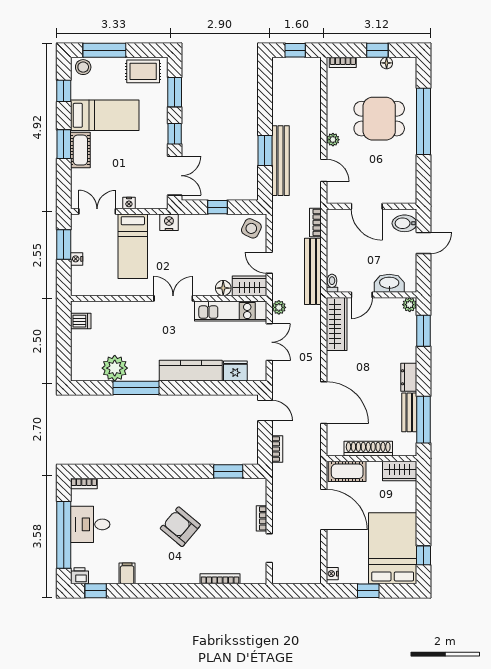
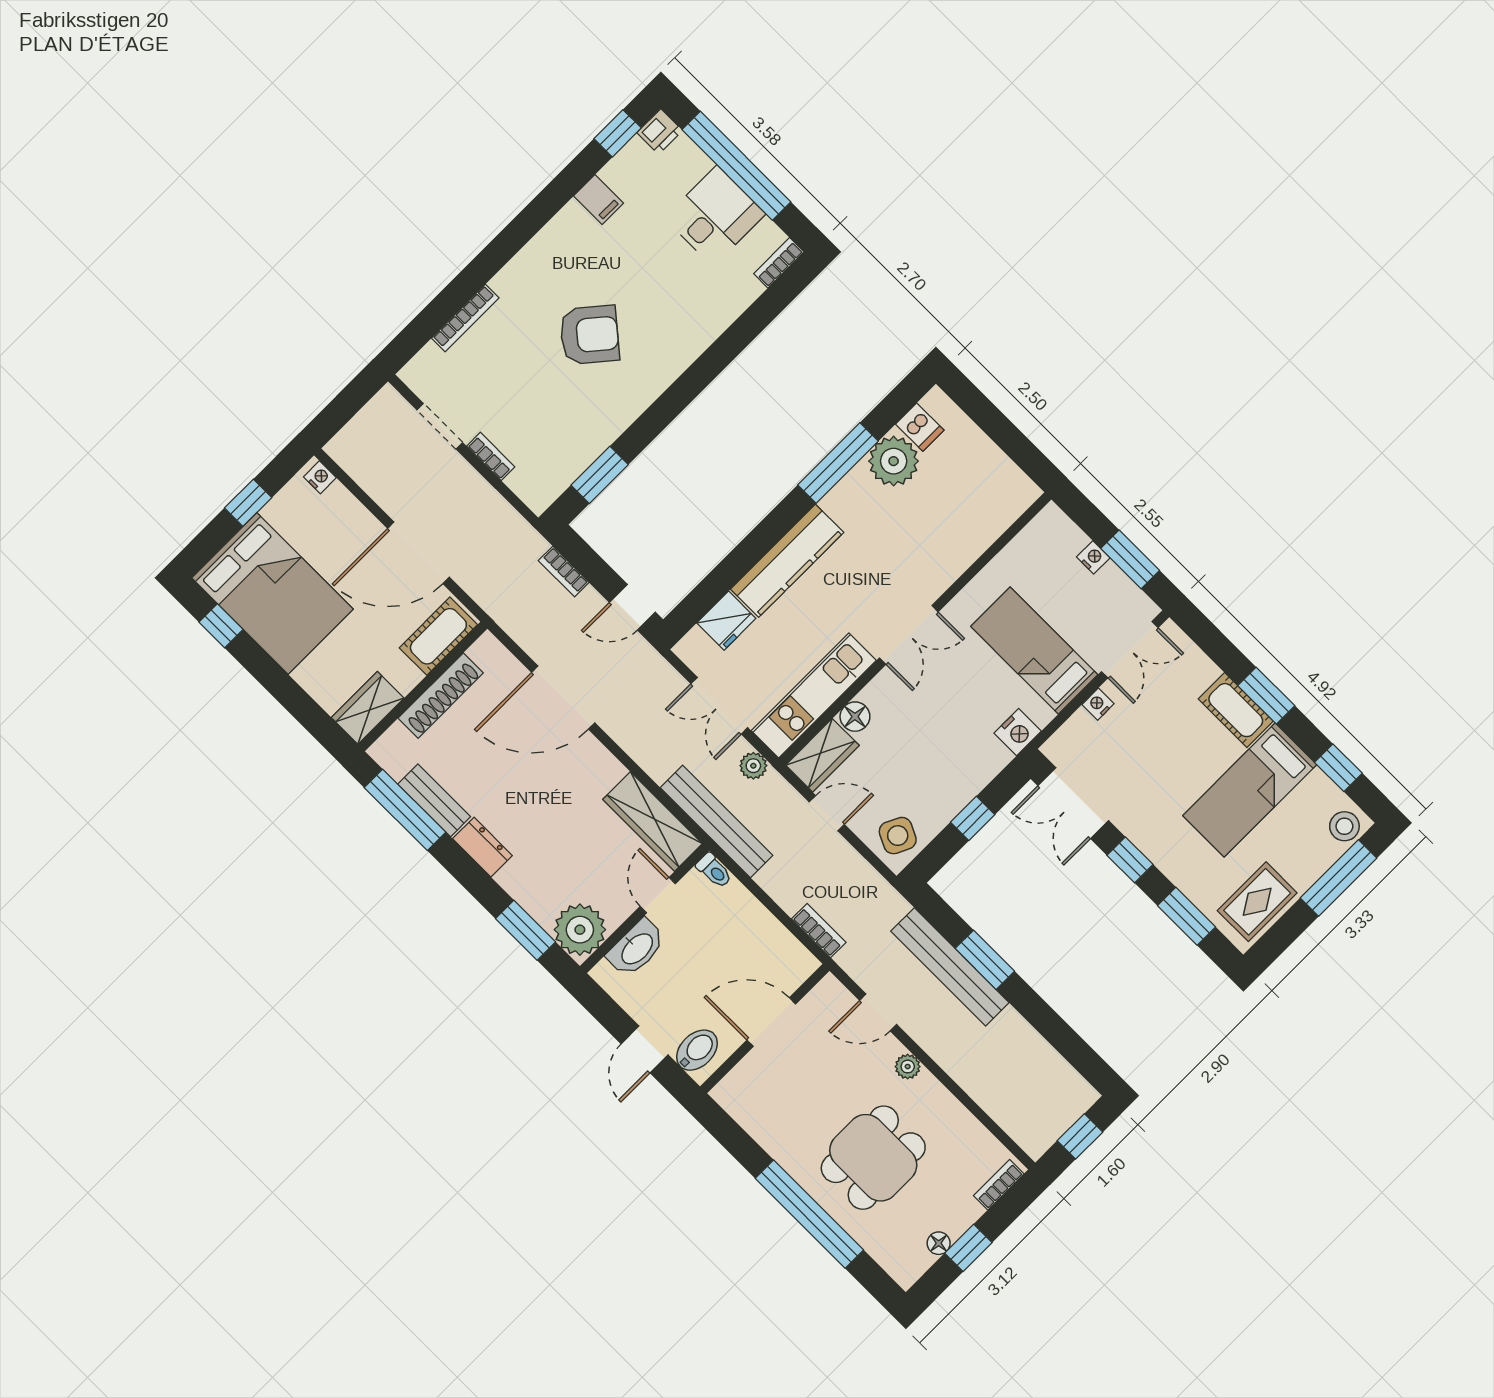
bench: (313, 271) -> (717, 822), moved
plant: (410, 305) -> (580, 930), width x1.88, depth x1.88
dishwasher: (81, 321) -> (920, 427), moved, turned -90

